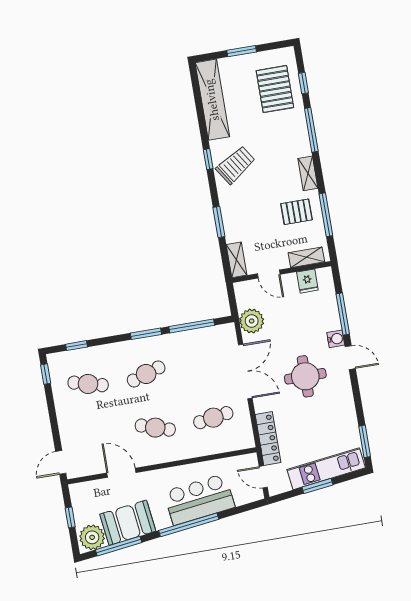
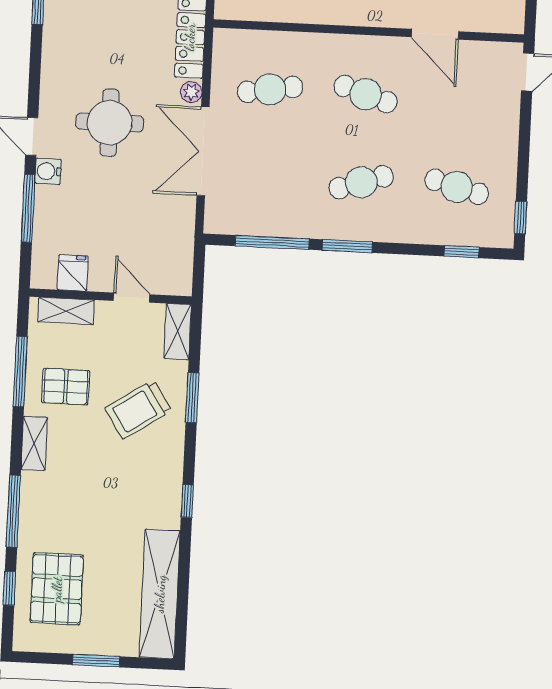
trolley: (236, 165) -> (138, 410), moved
plant: (252, 321) -> (191, 92), moved, width x0.53, depth x0.53

